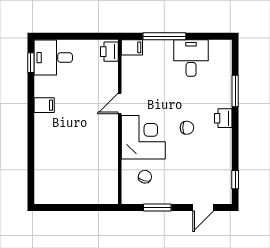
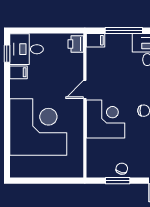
filing cabinet: (44, 105) -> (19, 72), moved
corner desk: (67, 146) -> (38, 127), added
chair: (145, 177) -> (122, 169), moved

